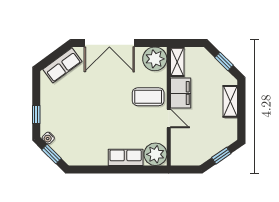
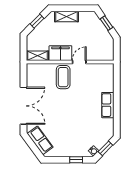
plant: (155, 59) -> (35, 72), removed
plant: (155, 154) -> (106, 72), removed
row of seats: (126, 157) -> (108, 105), moved

